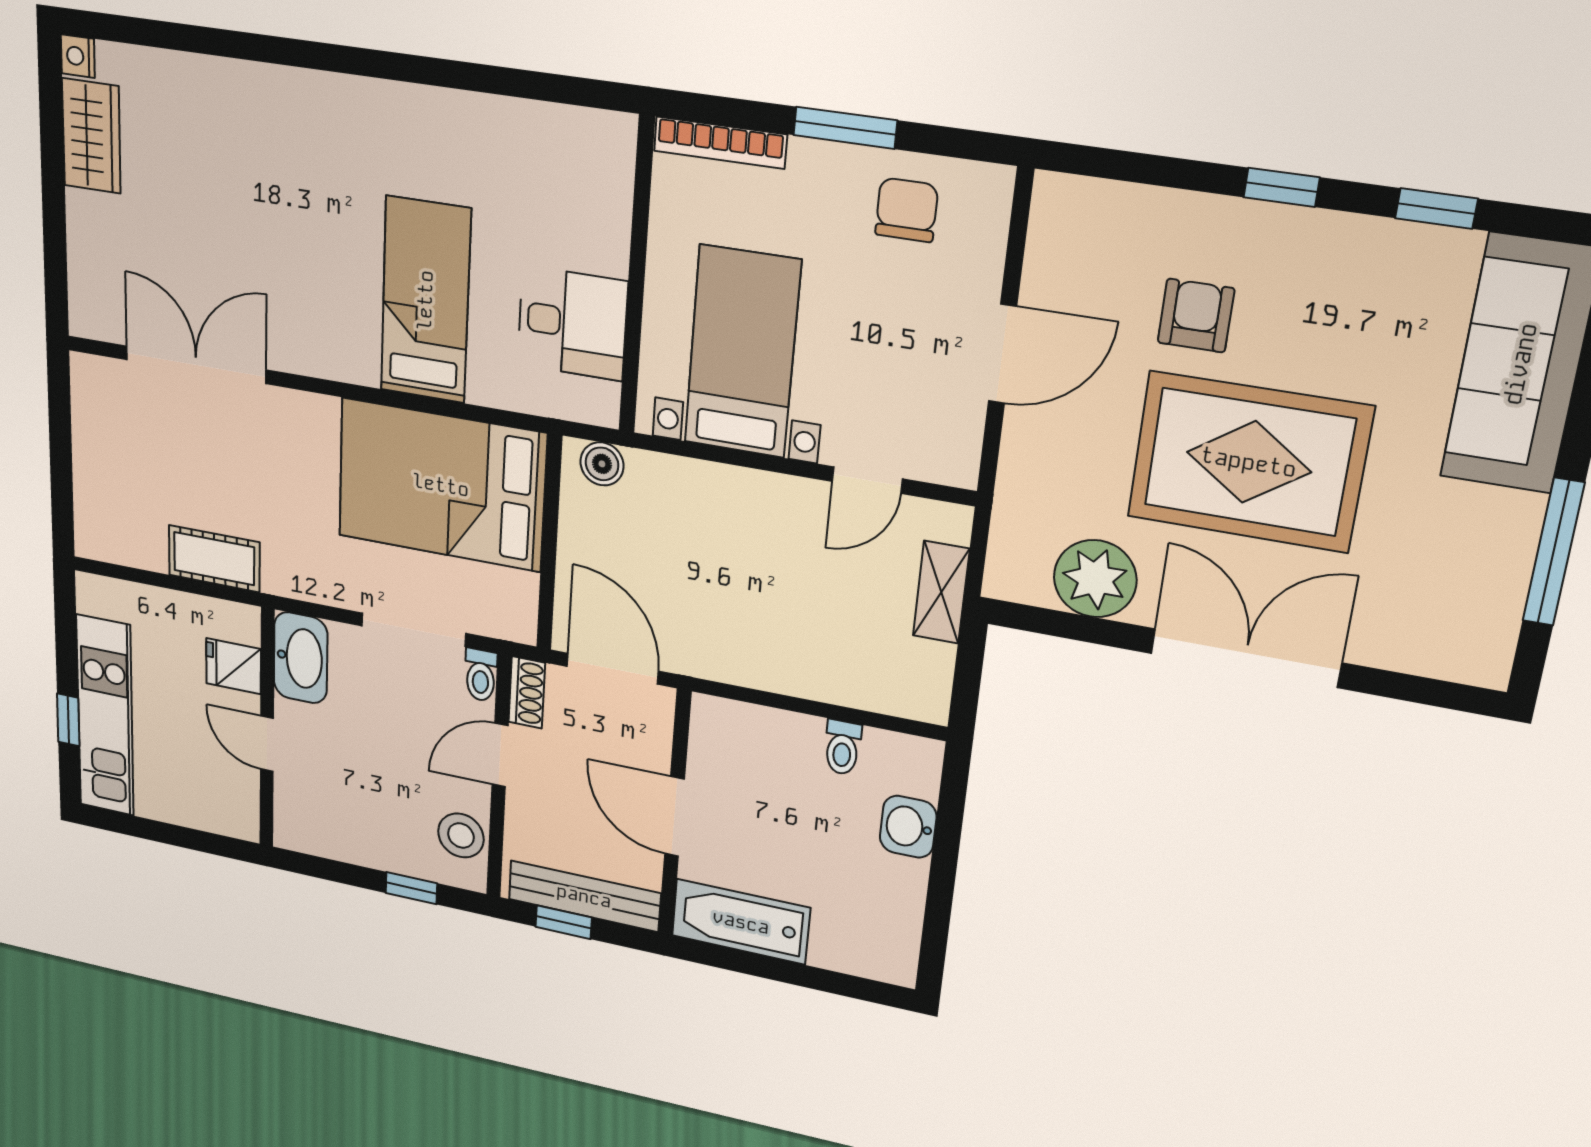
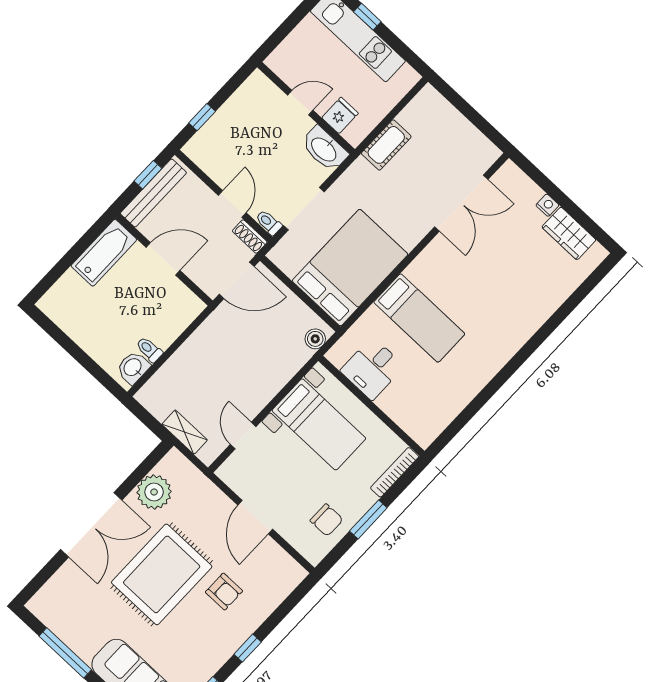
nightstand: (78, 56) -> (547, 205), moved
washbasin: (908, 827) -> (133, 368), moved, turned -90
stool: (461, 835) -> (210, 159), removed

